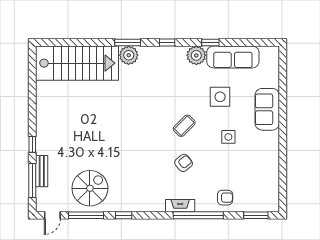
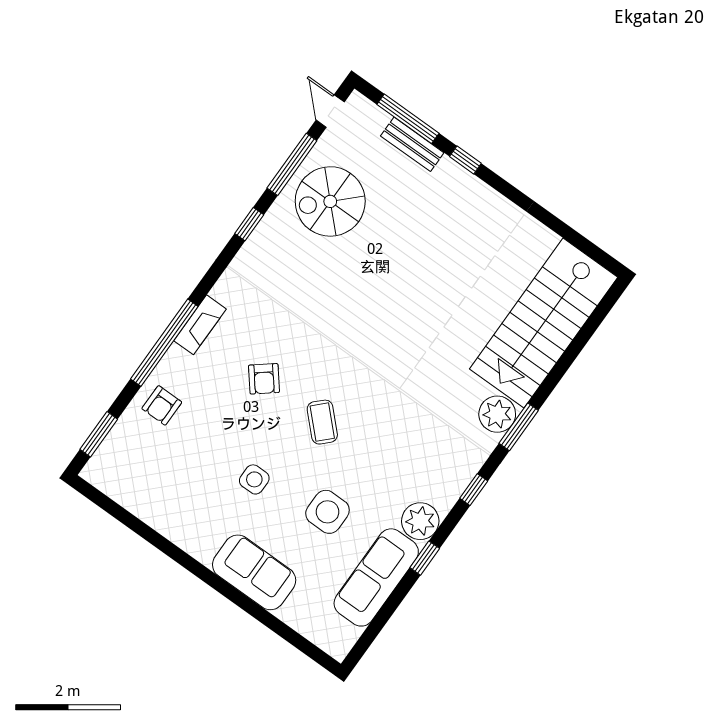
spiral stairs: (90, 188) -> (330, 201), turned 90

